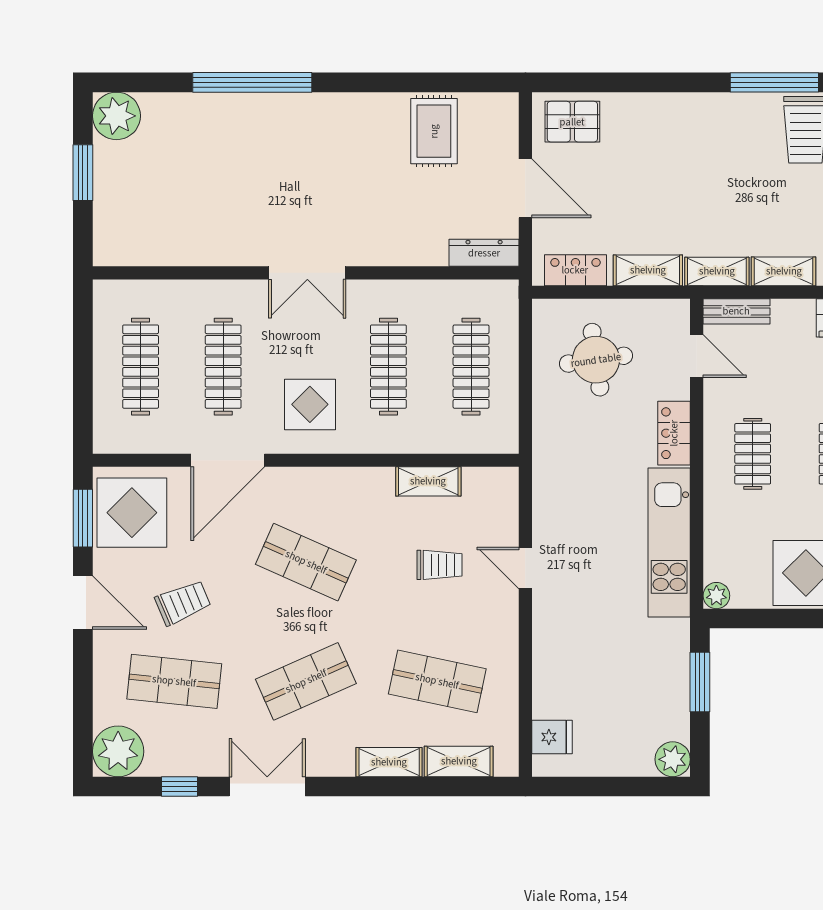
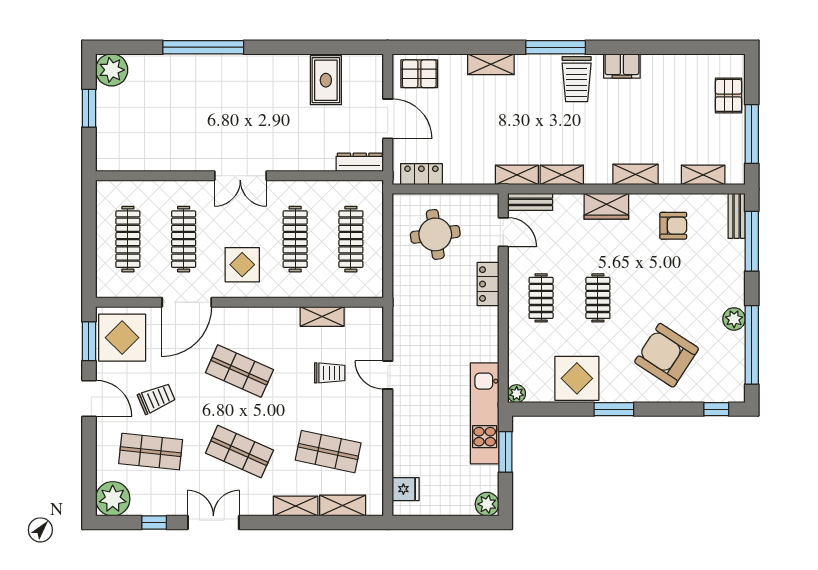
shelving: (648, 270) -> (491, 64), moved
kitchen unit: (669, 543) -> (485, 413), moved
shop shelf: (306, 681) -> (239, 452), turned 48

